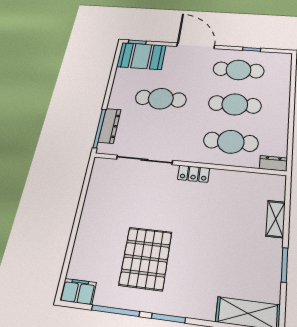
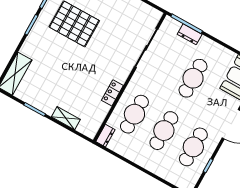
dresser: (110, 126) -> (190, 34), width x0.70
locker: (194, 174) -> (112, 93), moved

